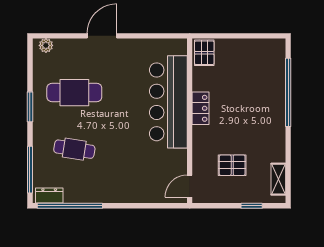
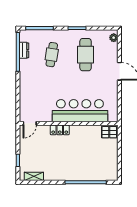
locker: (200, 108) -> (60, 130), moved
pallet: (232, 165) -> (42, 149), removed
door: (190, 186) -> (30, 123), swing flipped
dresser: (49, 196) -> (24, 50), moved

